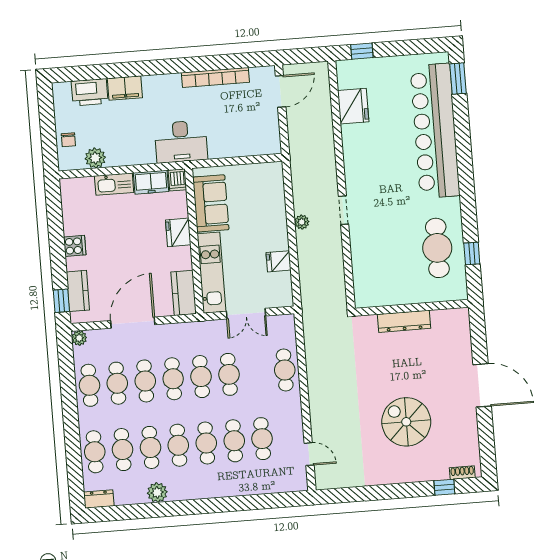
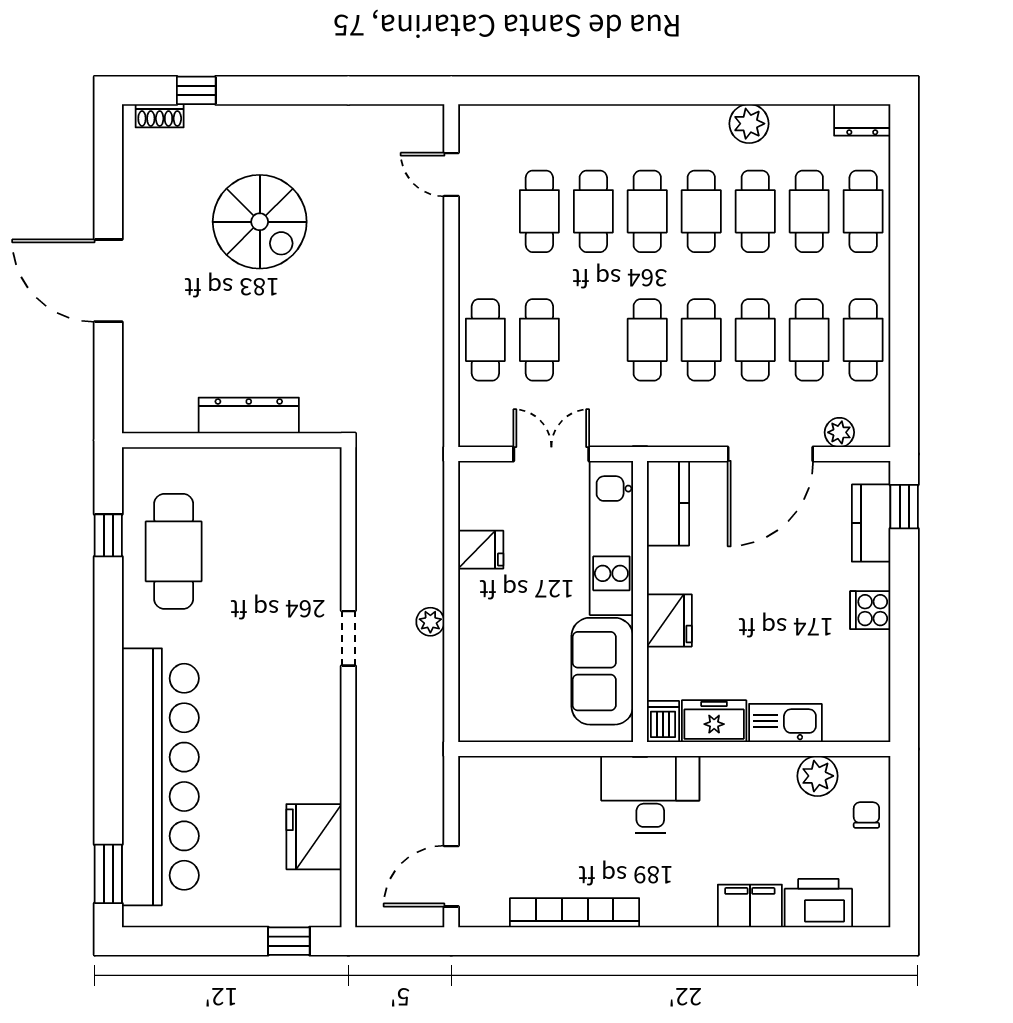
plant: (79, 338) -> (839, 432), moved
cafe table: (229, 374) -> (539, 340), moved

